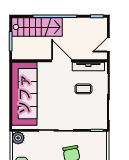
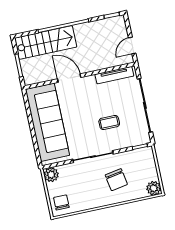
door: (62, 61) -> (69, 78), moved
coffee table: (83, 89) -> (109, 123), moved

